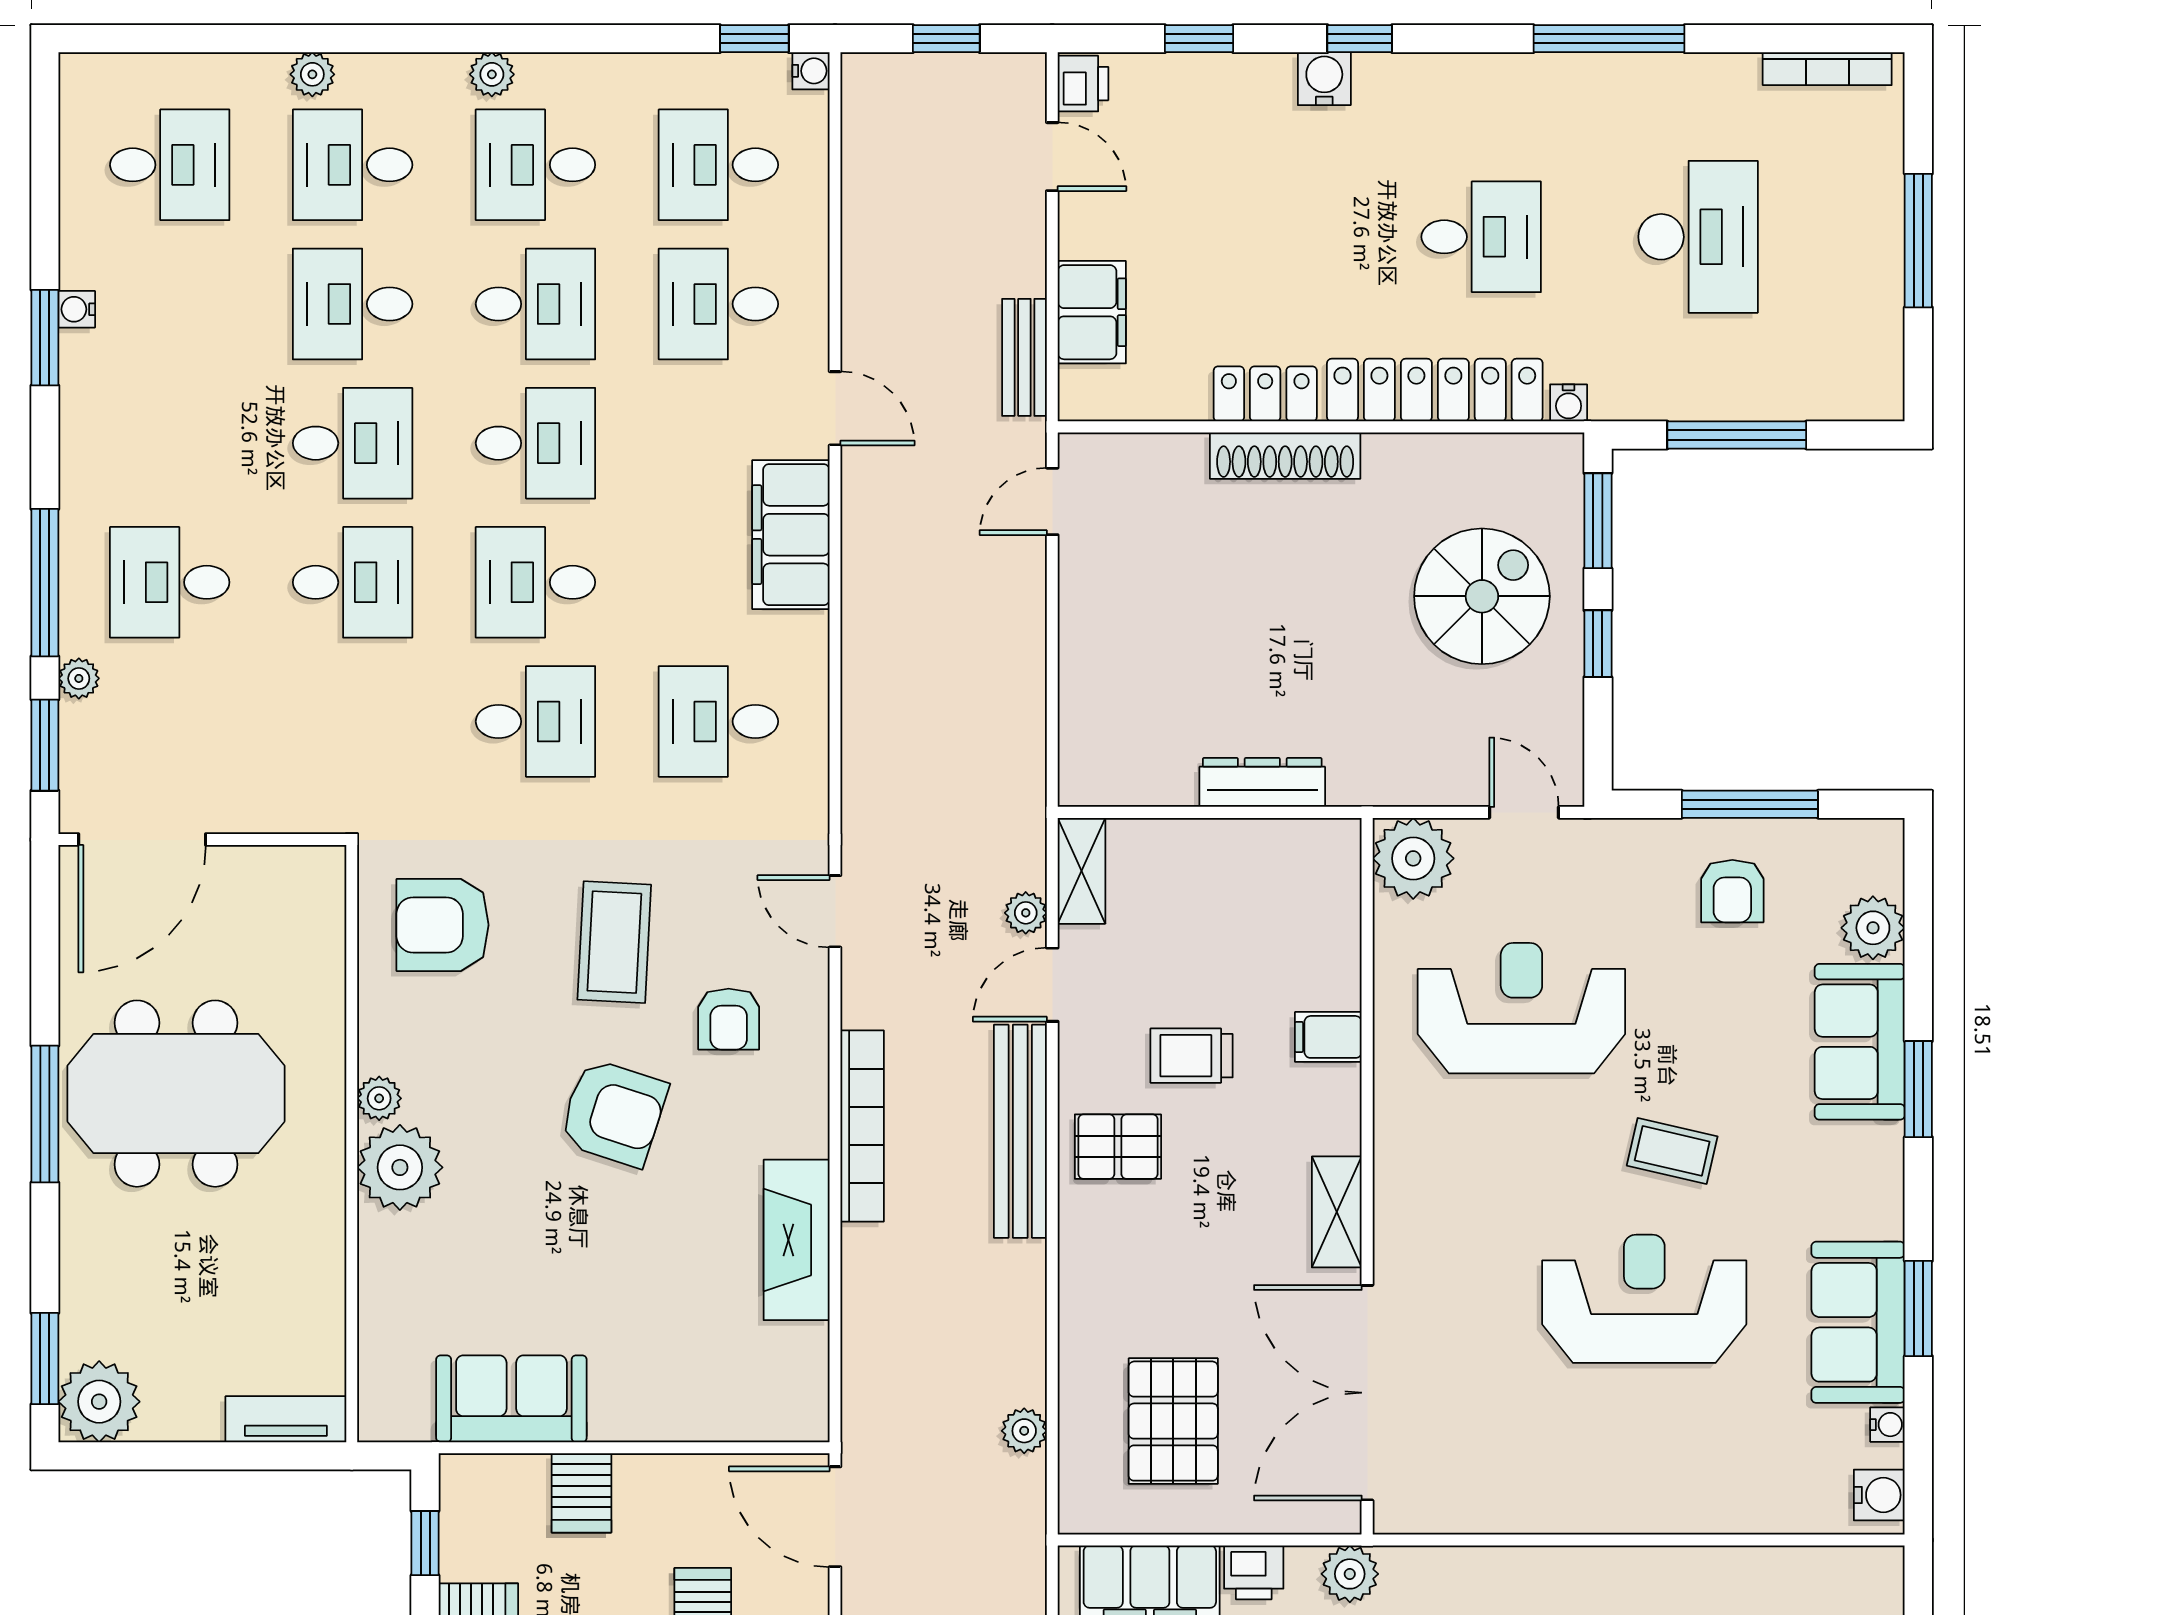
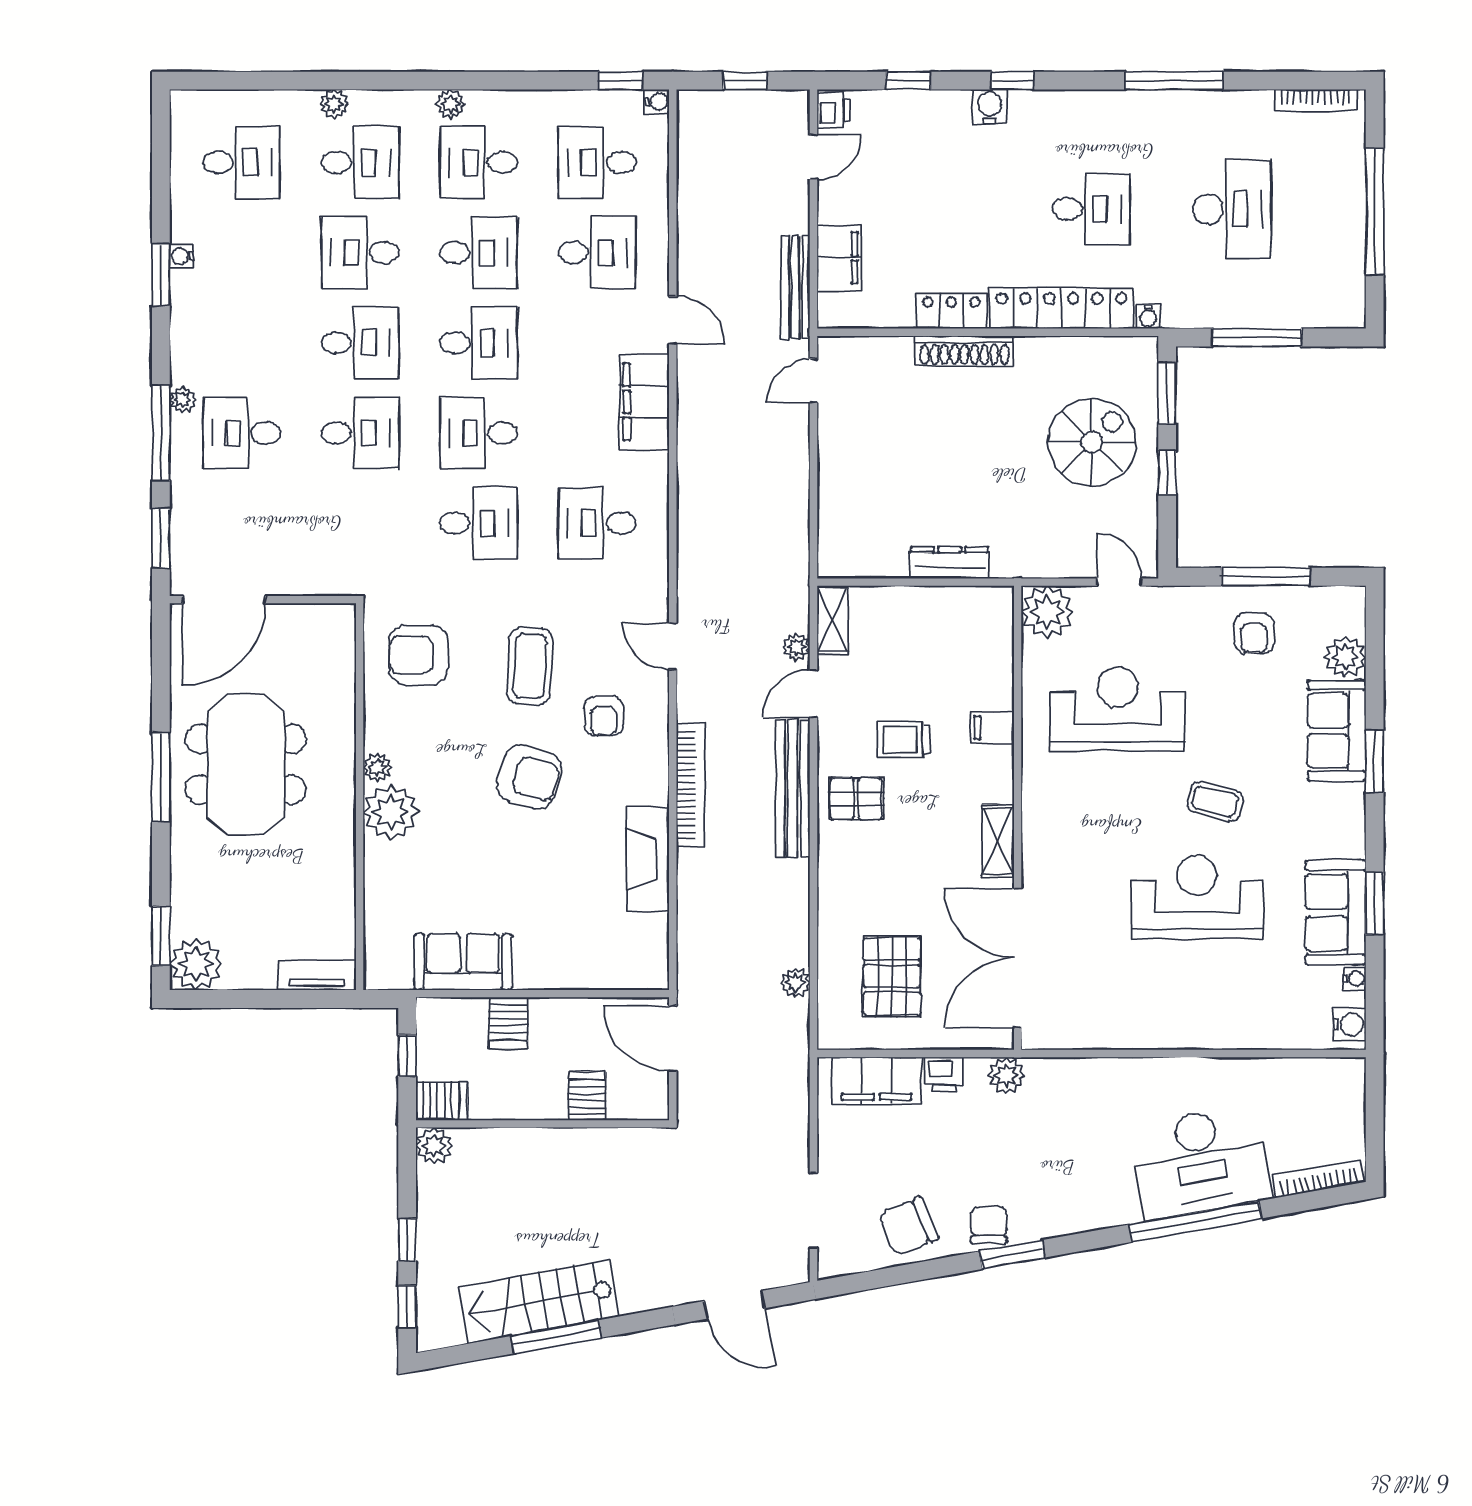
door: (1052, 157) -> (813, 157), hinge flipped
desk: (353, 165) -> (360, 162), turned 180
window: (1918, 241) -> (1375, 212), width x1.46
desk: (718, 304) -> (597, 253), turned 180
bench: (1024, 357) -> (795, 287), width x1.36
plant: (79, 678) -> (183, 400), moved
meeting table: (176, 1094) -> (246, 764), turned 90

